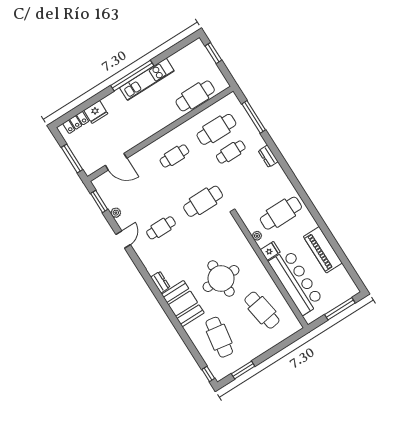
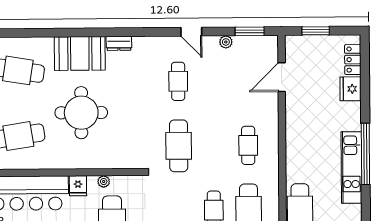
window: (72, 158) -> (316, 31), width x0.69

